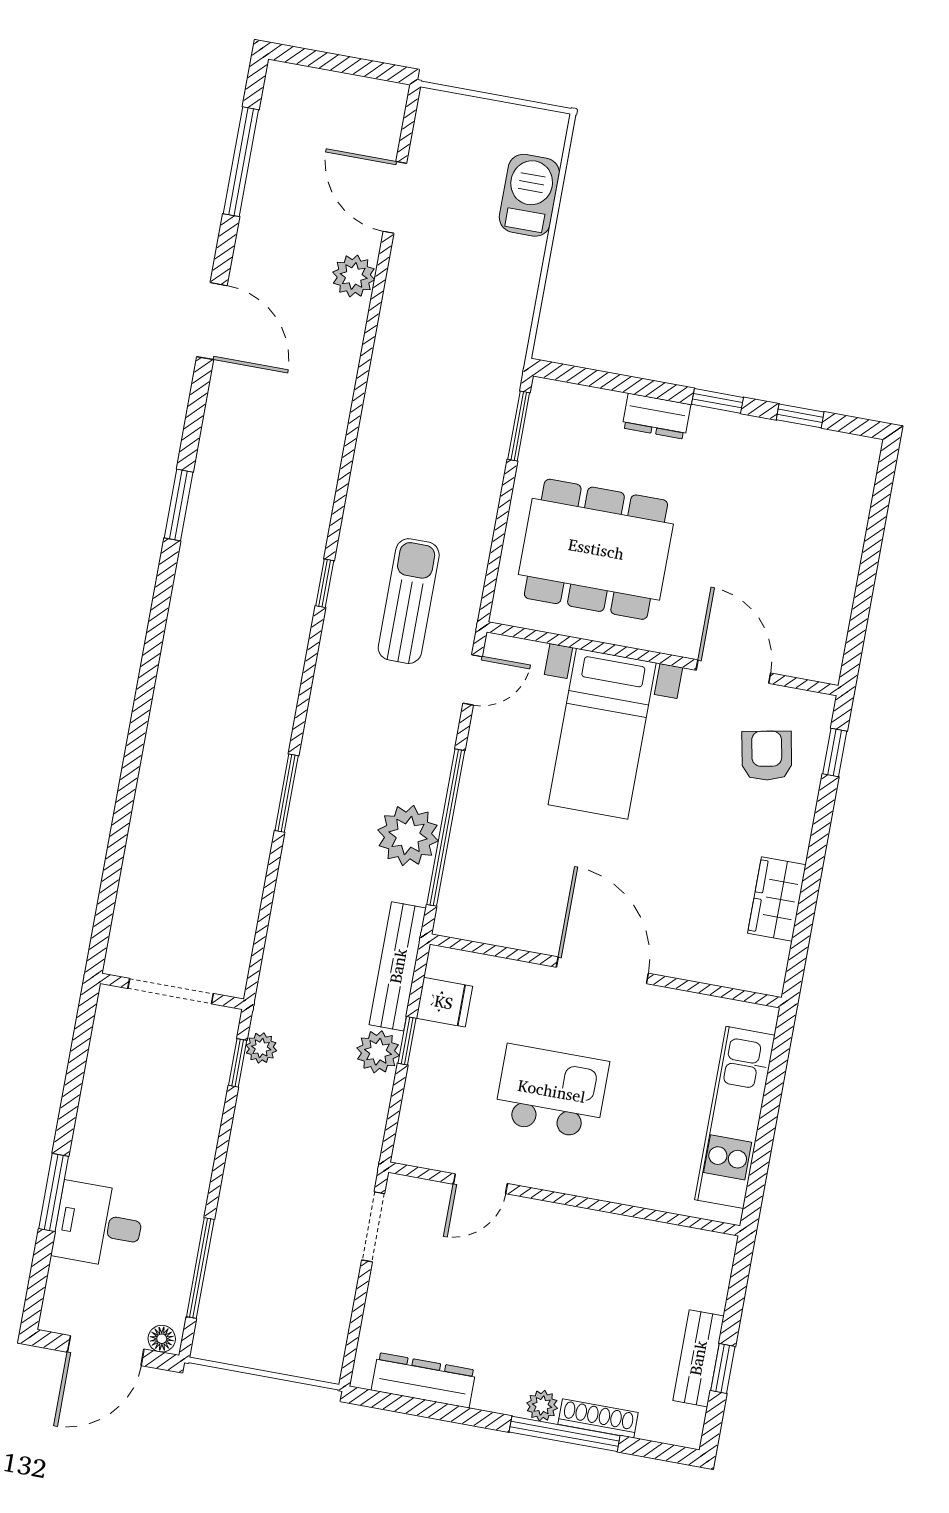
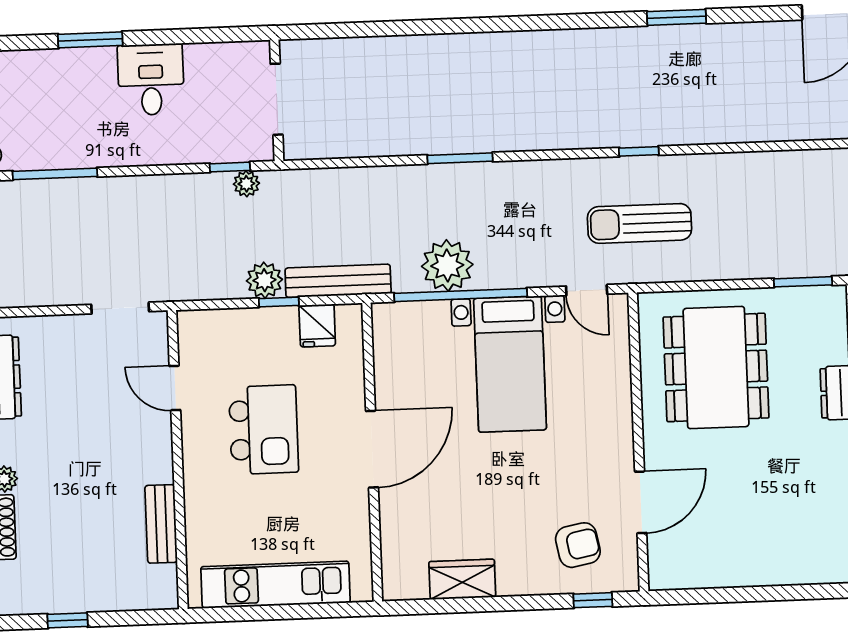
sun lounger: (409, 601) -> (640, 223), turned 180
bed with nightstands: (602, 734) -> (510, 364), moved, turned -90
desk: (99, 1225) -> (151, 80), moved
bench: (698, 1358) -> (161, 524), moved, turned 90

